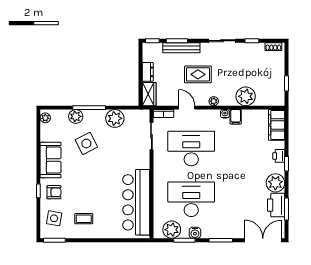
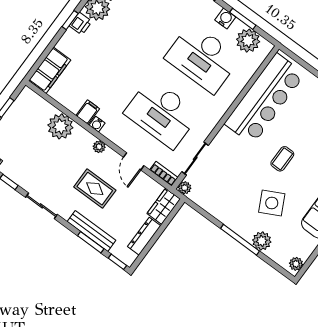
dresser: (148, 72) -> (144, 236), width x1.44
plant: (115, 118) -> (185, 188), moved, width x0.53, depth x0.53
printer: (279, 156) -> (81, 24), moved
coffee table: (99, 174) -> (282, 159), added

